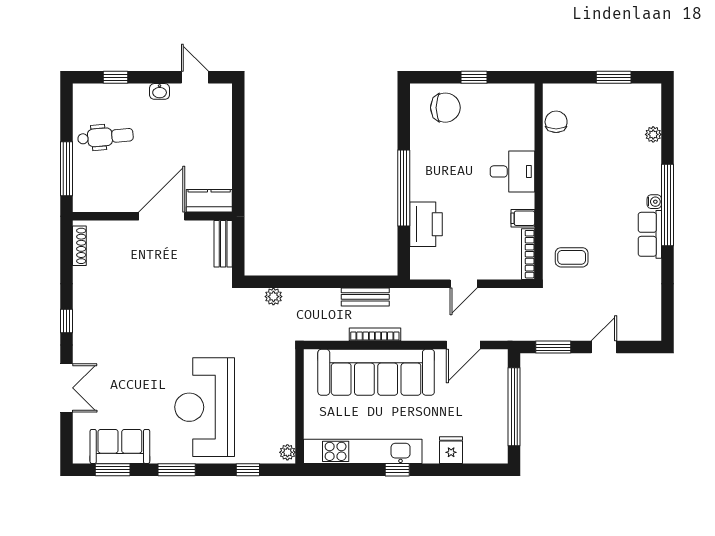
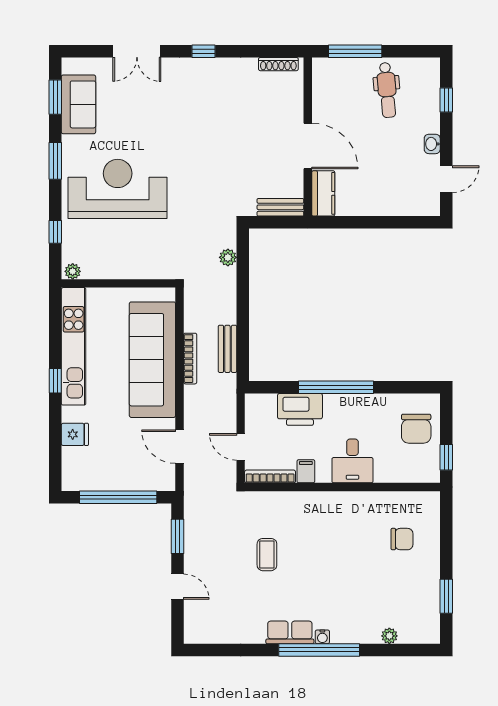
desk: (512, 171) -> (352, 461), moved
wall: (539, 182) -> (342, 487), moved
filing cabinet: (523, 218) -> (306, 471), moved
bookcase: (528, 254) -> (270, 476), moved

